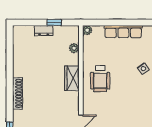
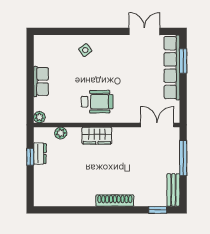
dresser: (44, 31) -> (40, 154), moved
row of seats: (123, 32) -> (41, 81), width x0.68

